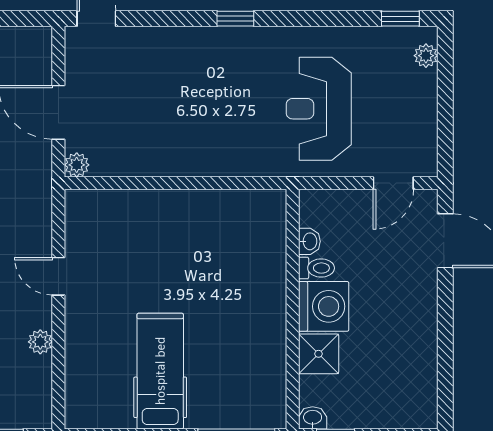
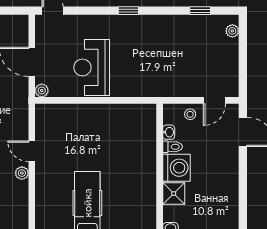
window: (400, 19) -> (200, 11), moved
reception desk: (319, 109) -> (92, 67), moved
stool: (349, 209) -> (190, 114), added
plant: (40, 342) -> (22, 173), moved

